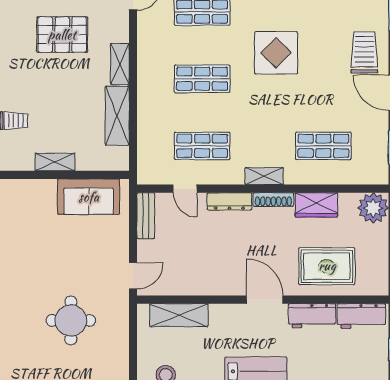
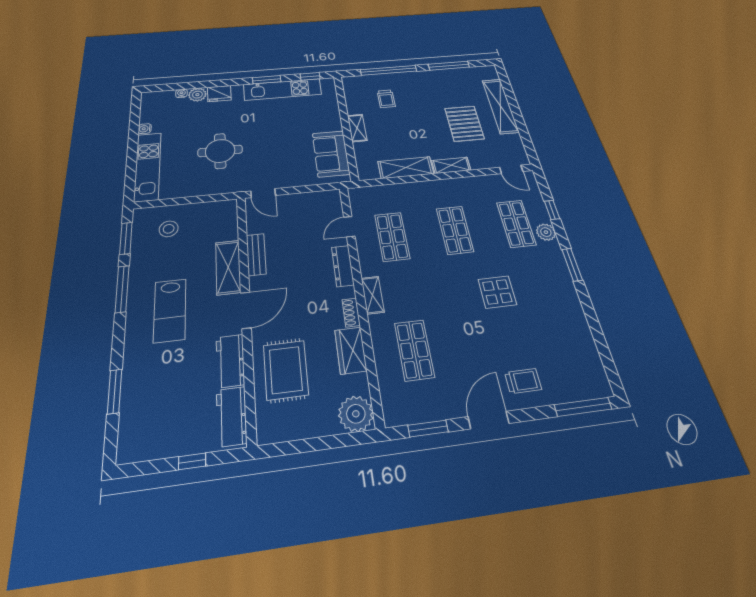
trolley: (364, 52) -> (523, 381), width x0.73, depth x0.72
display table: (276, 53) -> (497, 292), width x0.73, depth x0.73
shoe rack: (273, 200) -> (351, 312), width x0.70
bench: (146, 216) -> (256, 254), moved, turned 90
shelving: (179, 315) -> (228, 267), moved

